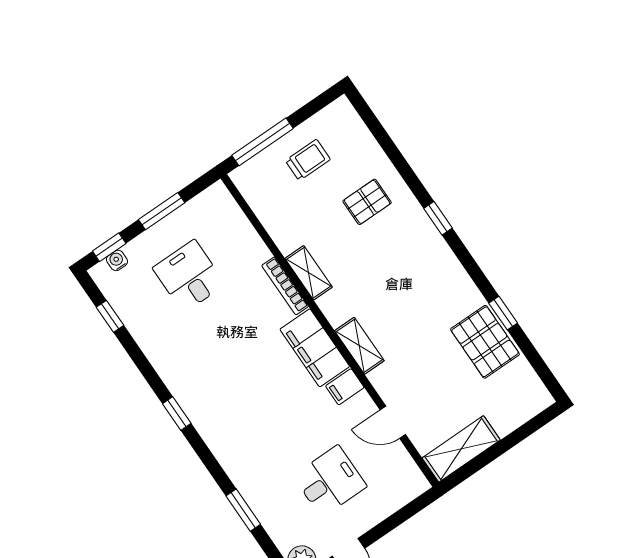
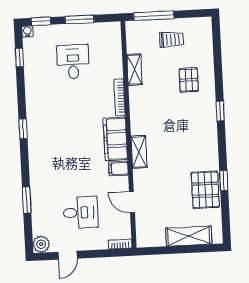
pallet: (367, 202) -> (189, 80), turned 90
water cooler: (117, 260) -> (27, 31), moved
shelving: (309, 273) -> (135, 70), moved
shelving: (461, 449) -> (189, 236), moved
bookcase: (412, 491) -> (120, 244), added

